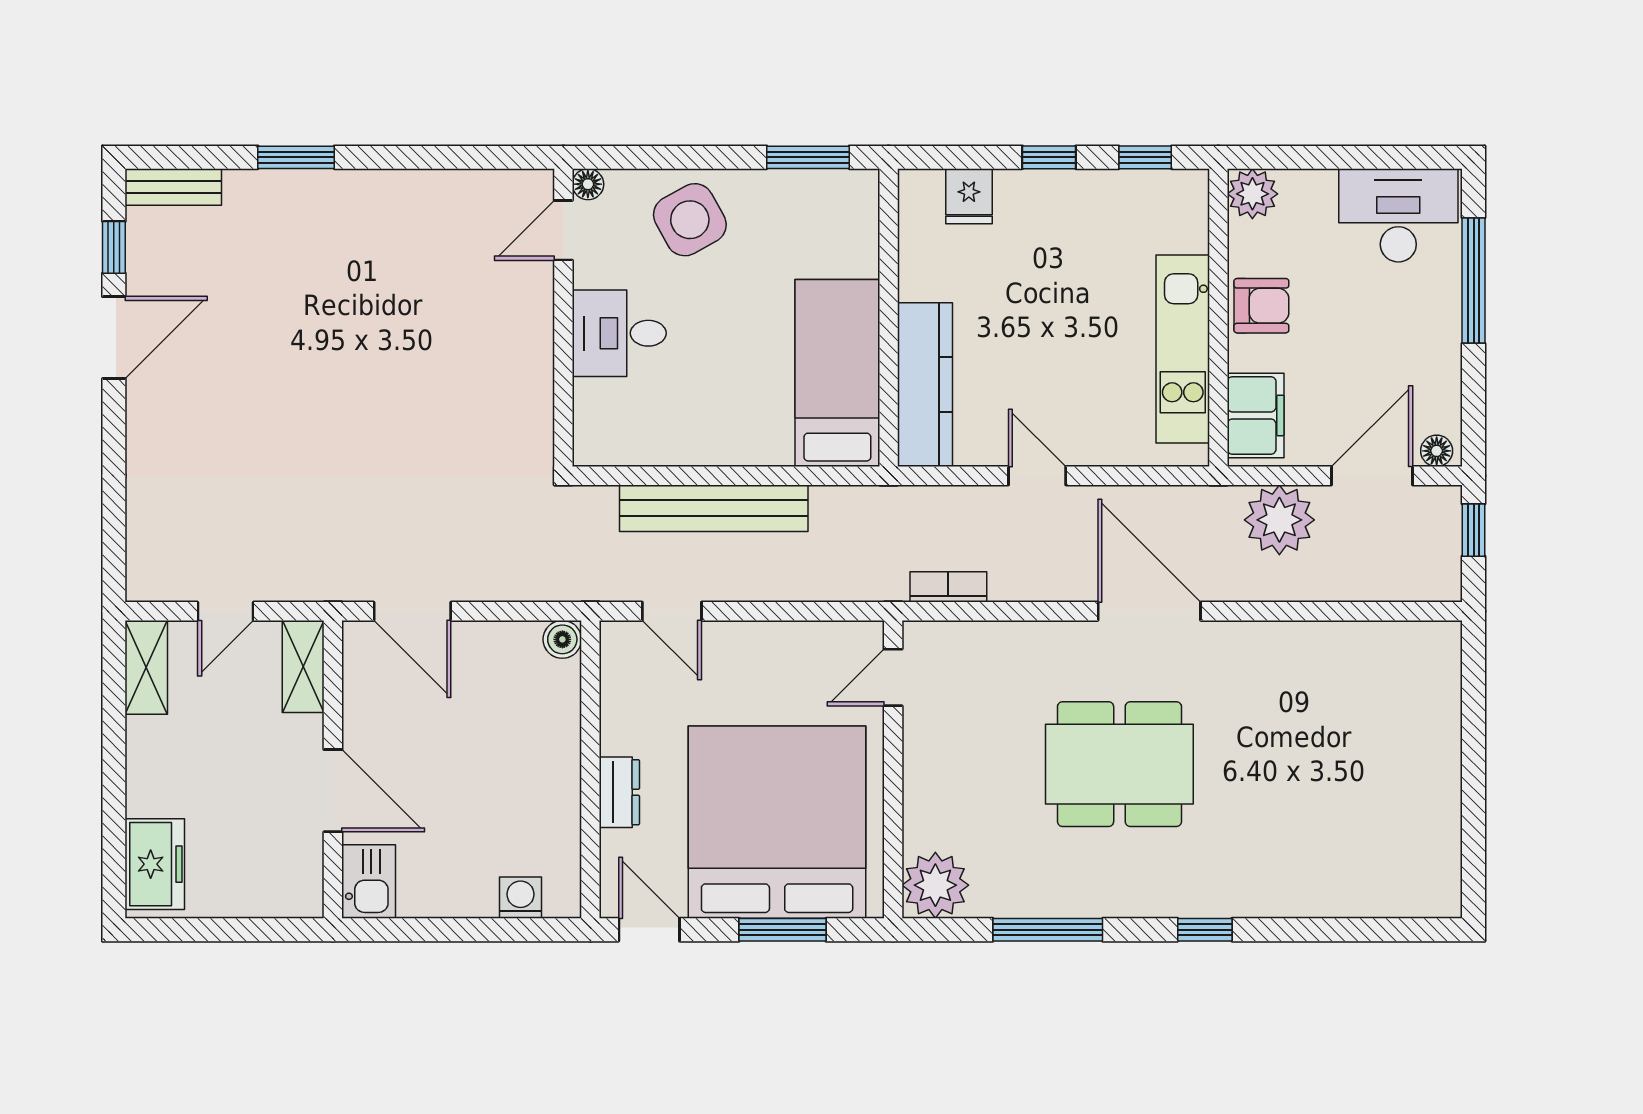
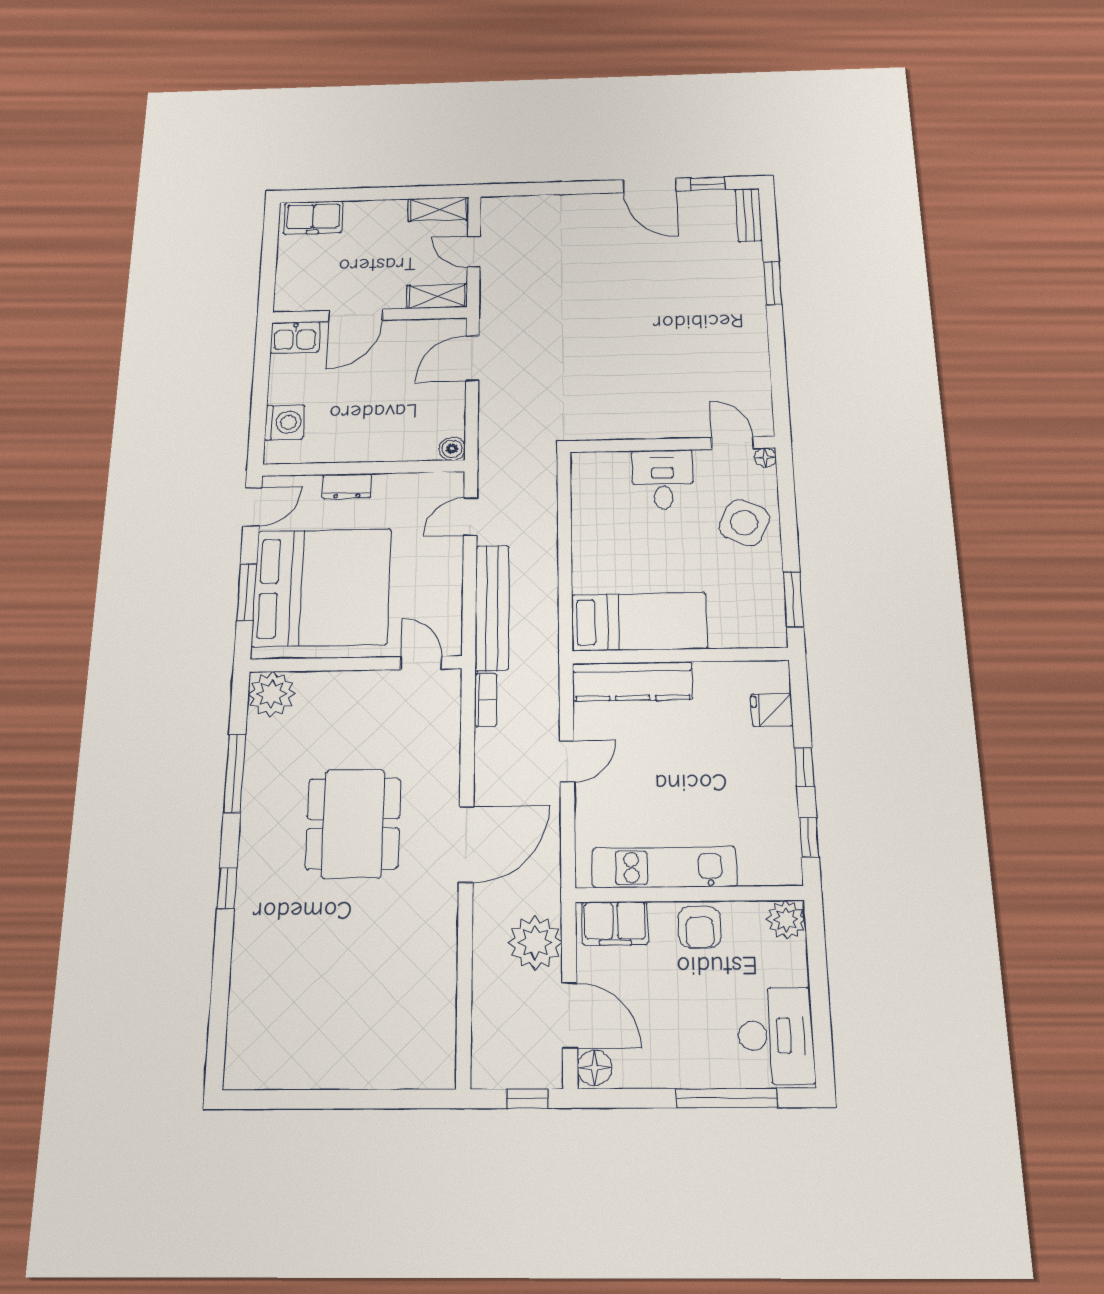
side table: (690, 220) -> (744, 523), turned -36
floor lamp: (1437, 451) -> (595, 1068), width x1.37, depth x1.37
bench: (714, 508) -> (492, 607), moved
washing machine: (521, 898) -> (285, 422), width x1.38, depth x1.38

